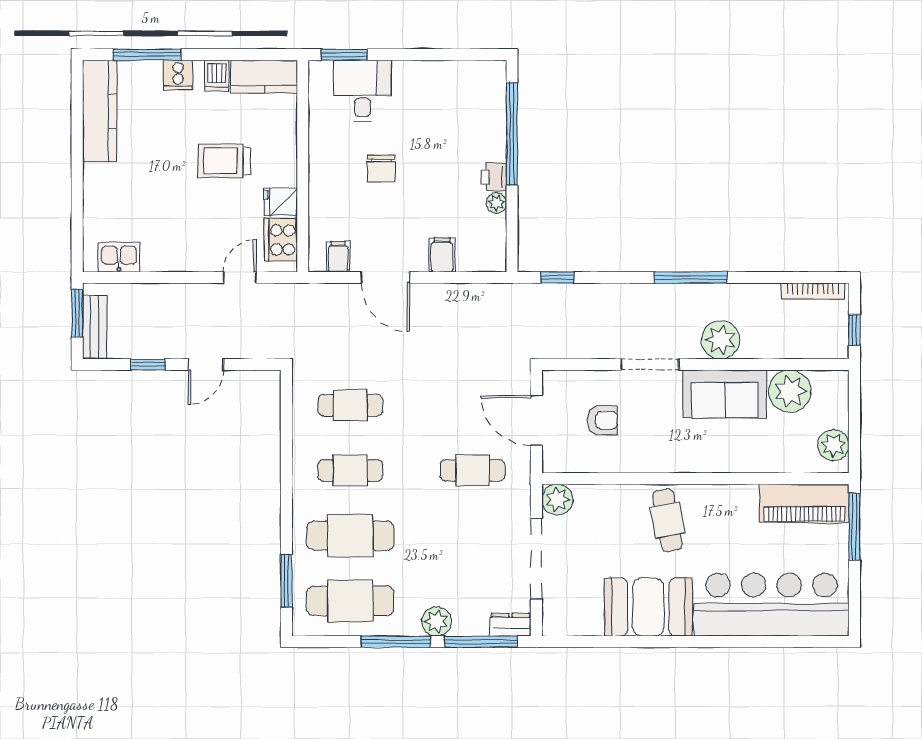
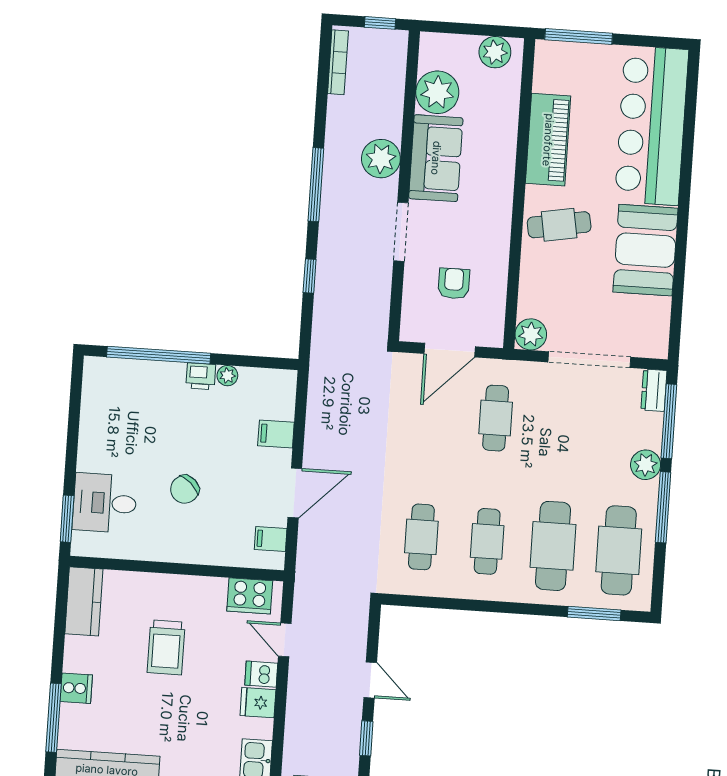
dishwasher: (217, 76) -> (261, 674), moved, turned 180
chair: (381, 169) -> (185, 489), turned 133
fridge: (280, 202) -> (258, 703), moved, turned 90
window: (557, 277) -> (310, 276), moved
piano: (804, 503) -> (548, 140), moved

